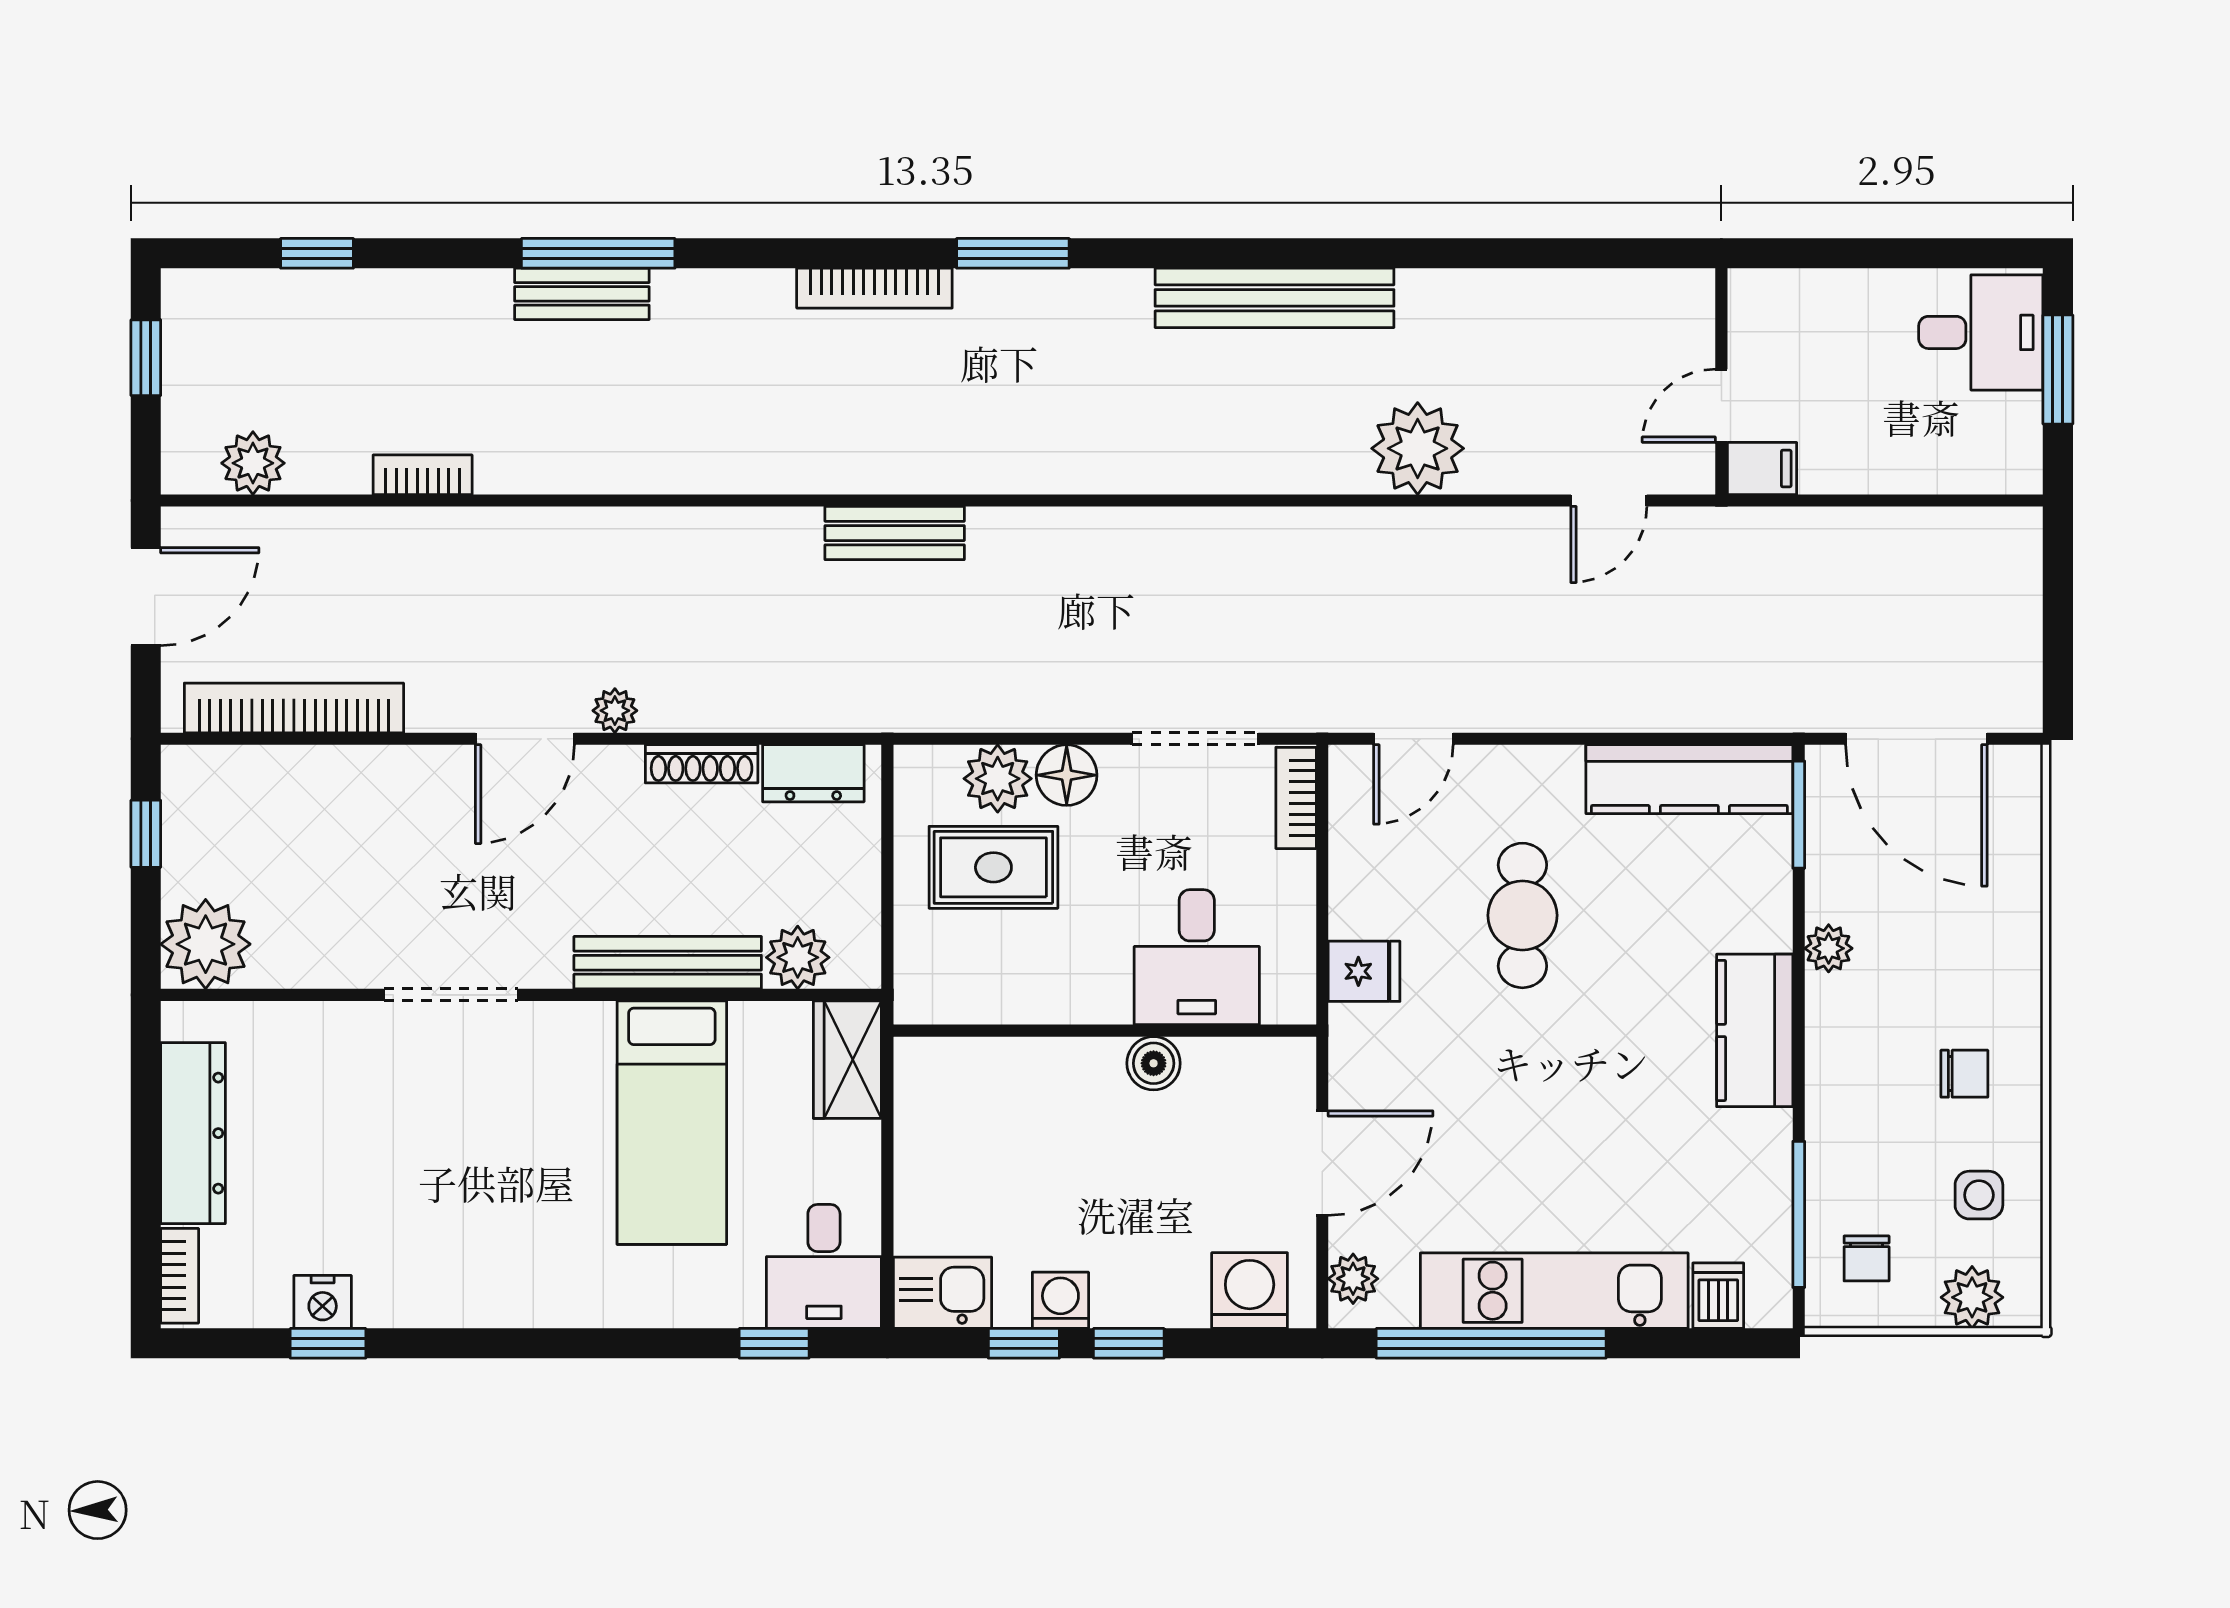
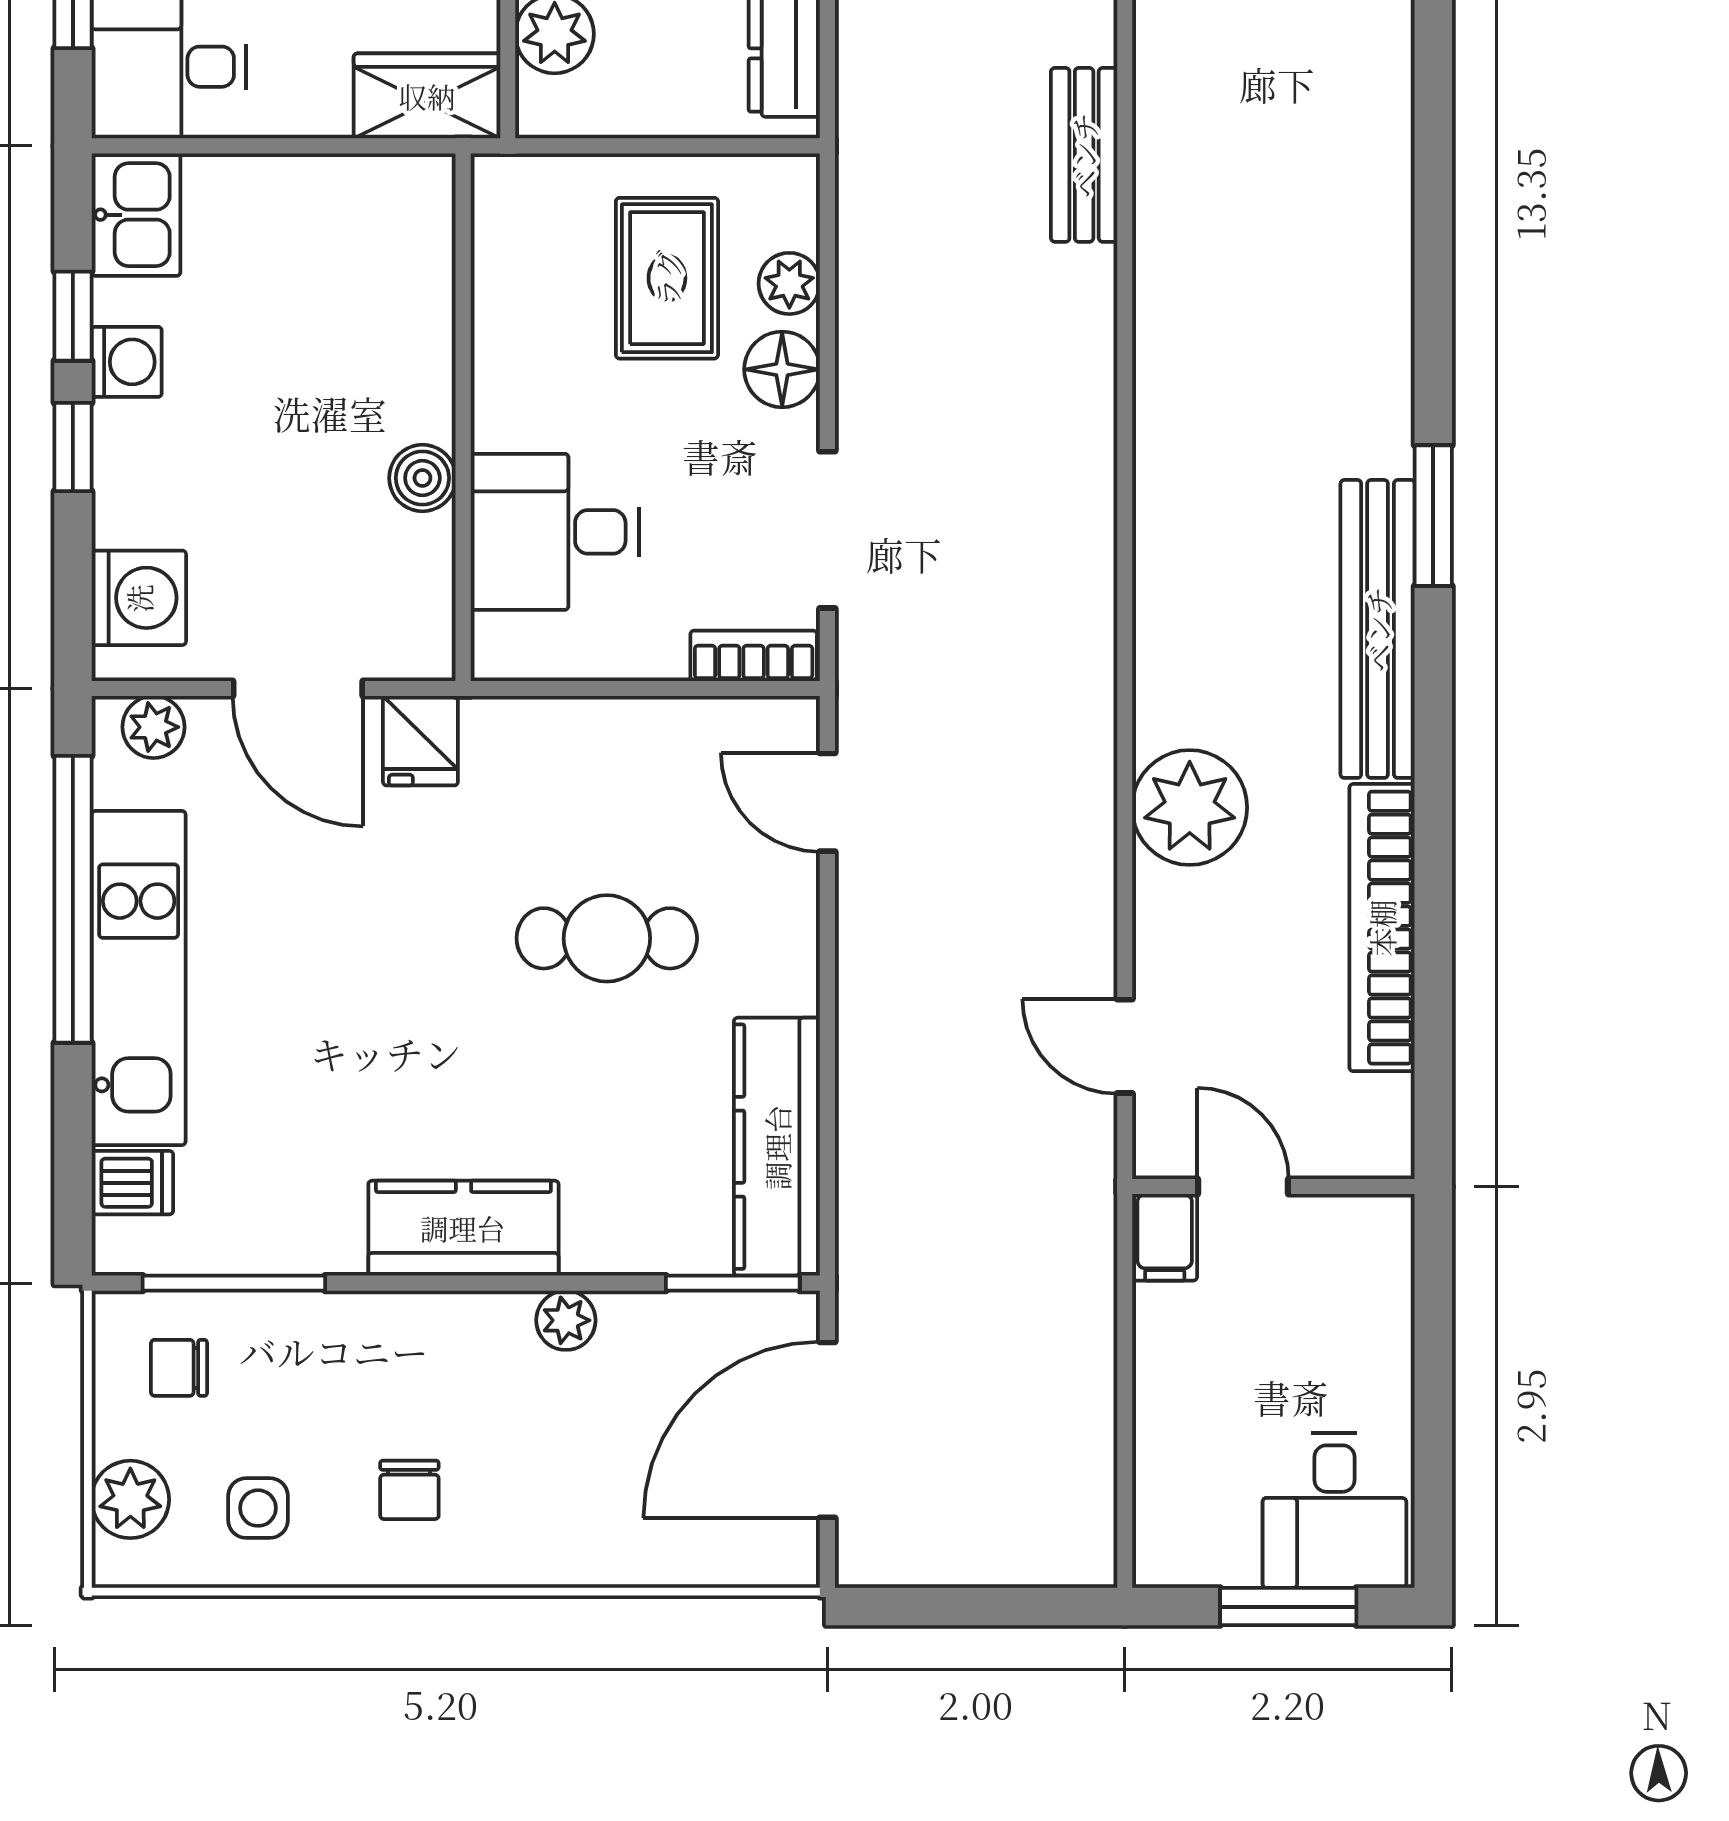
window: (1013, 253) -> (1433, 516), moved
bookcase: (874, 288) -> (1382, 928), moved, width x1.48, depth x1.31
plant: (998, 779) -> (789, 283), width x0.73, depth x0.73
fridge: (1364, 971) -> (420, 741), moved

